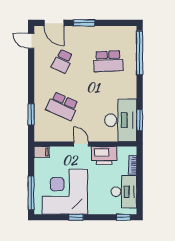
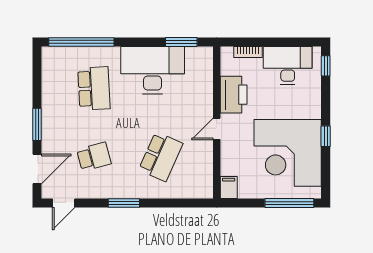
school desk: (62, 61) -> (94, 157), turned -39
window: (31, 114) -> (124, 203), moved
desk: (121, 120) -> (153, 70), moved

